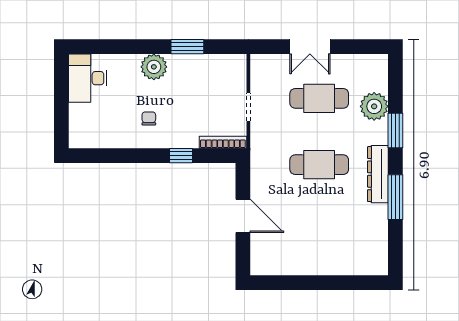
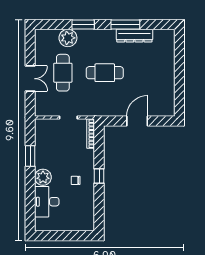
desk: (88, 78) -> (47, 202), moved, turned 90
window: (181, 156) -> (99, 176), moved
cafe table: (319, 165) -> (105, 73), turned 90
dresser: (378, 174) -> (134, 36), moved

